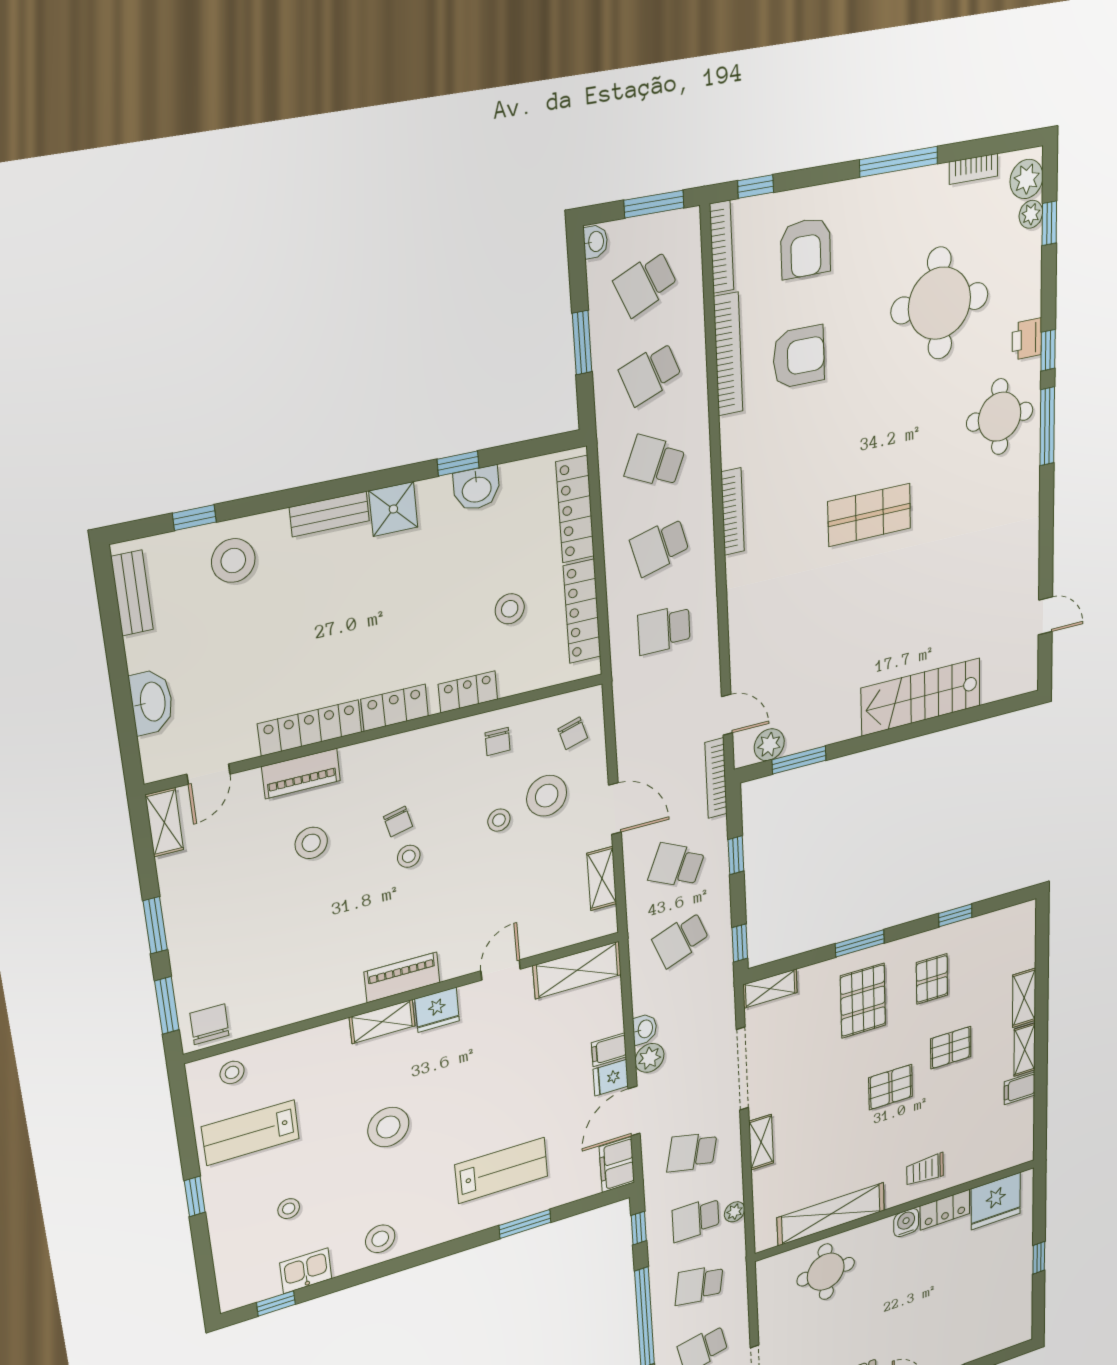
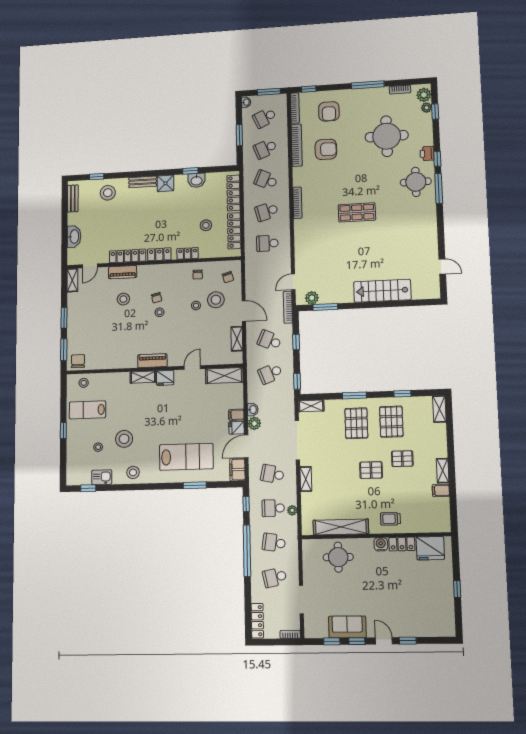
door: (727, 715) -> (293, 282), swing flipped
pallet: (932, 979) -> (391, 422), width x1.50, depth x1.42
shelving: (1024, 998) -> (439, 409), moved
stool: (388, 1127) -> (124, 439), moved
lab bench: (501, 1170) -> (186, 457), width x1.36, depth x1.39

